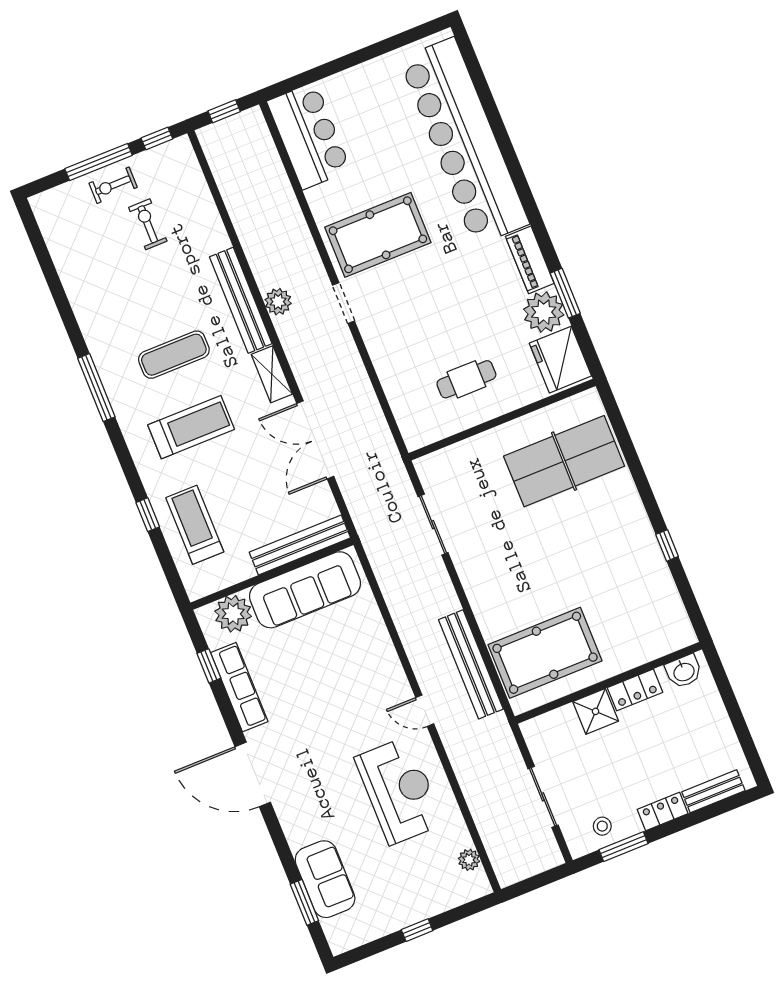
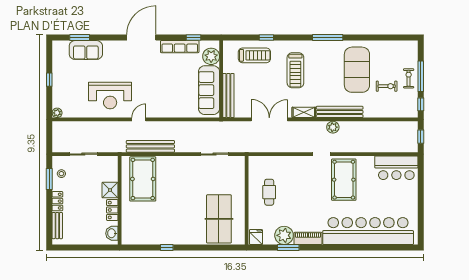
exercise mat: (174, 355) -> (357, 70), moved, width x2.00, depth x1.45
fridge: (560, 360) -> (256, 237), width x0.53, depth x0.75
plant: (469, 860) -> (57, 113), moved

